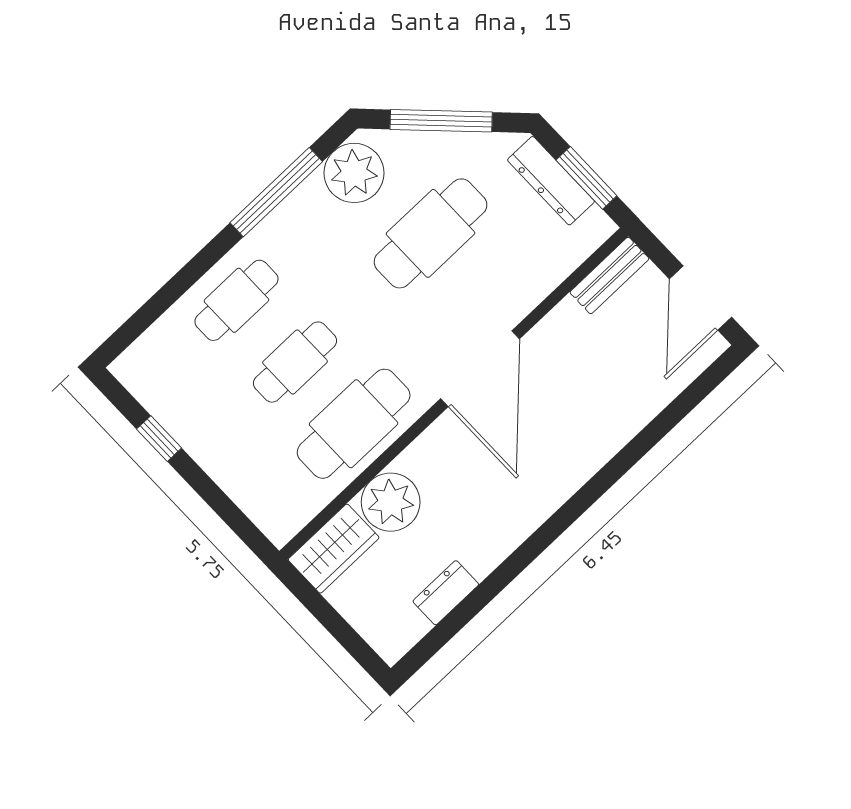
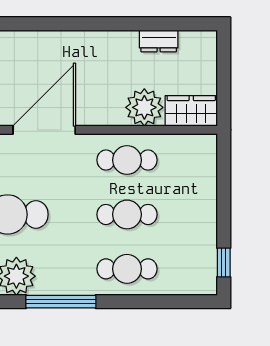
cafe table: (354, 424) -> (127, 160), width x0.73, depth x0.74
window: (159, 439) -> (224, 262), moved

